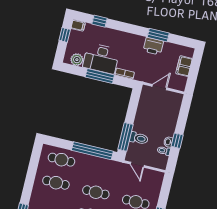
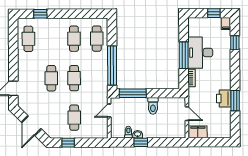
plant: (77, 60) -> (194, 30), removed
filing cabinet: (184, 66) -> (198, 132), moved
toilet: (139, 138) -> (153, 106), moved

